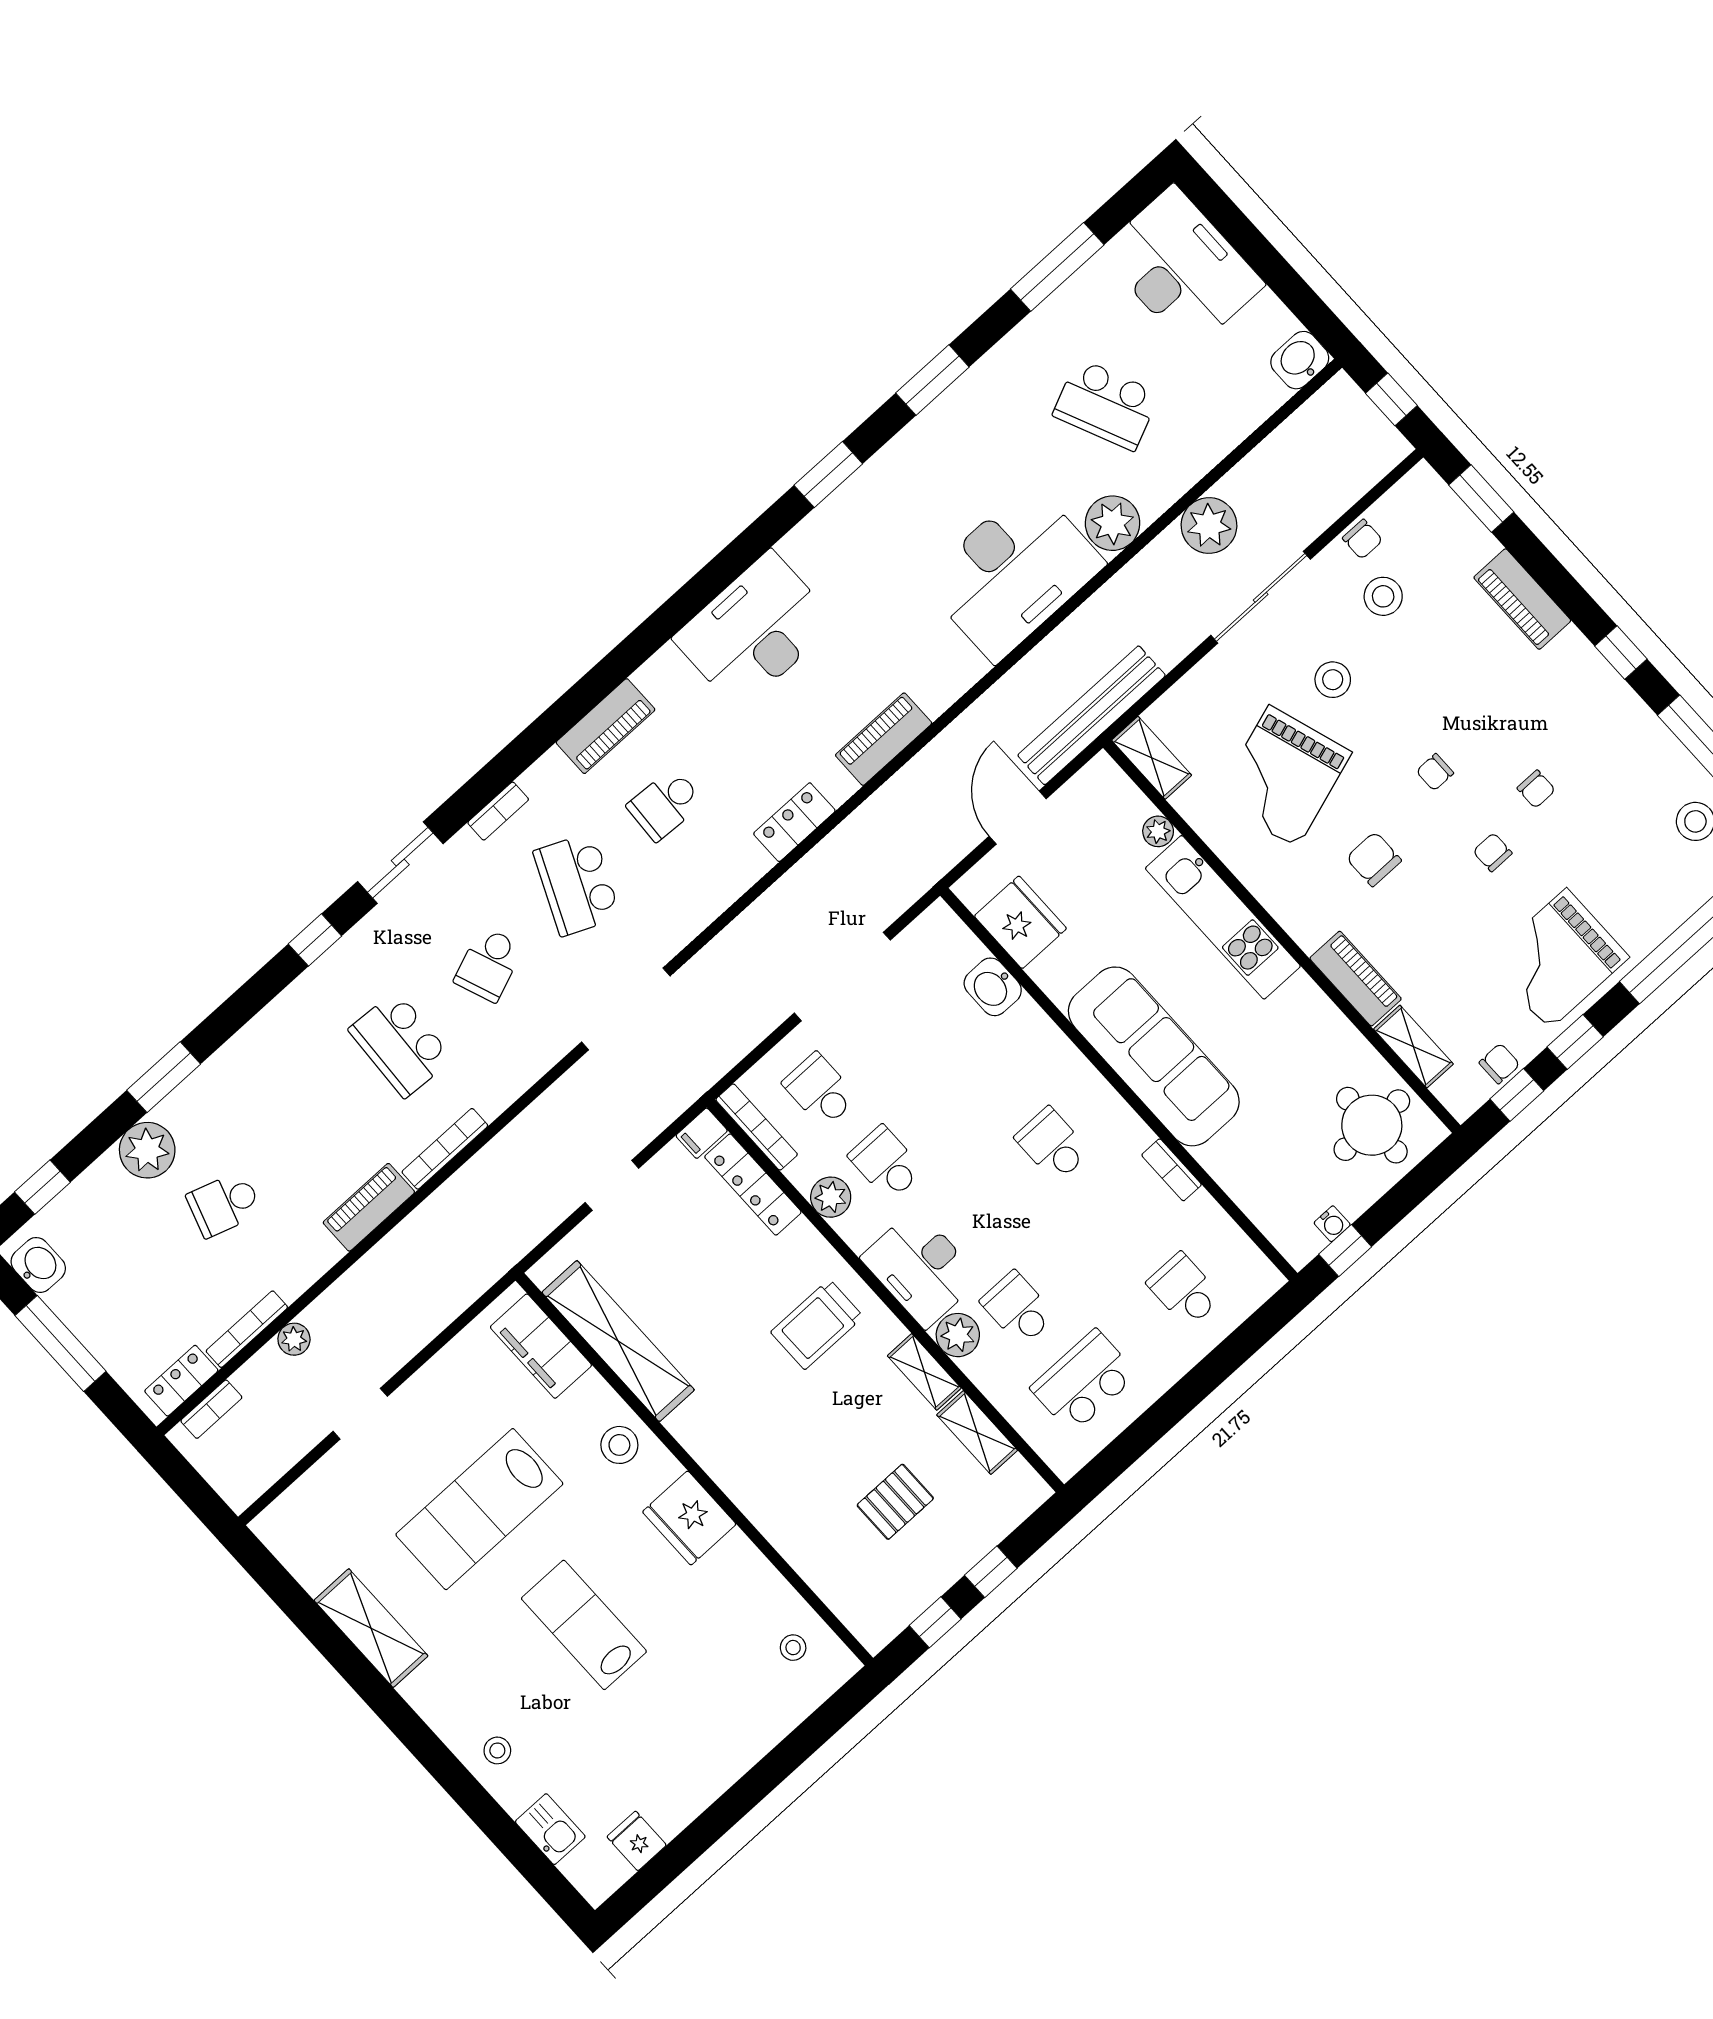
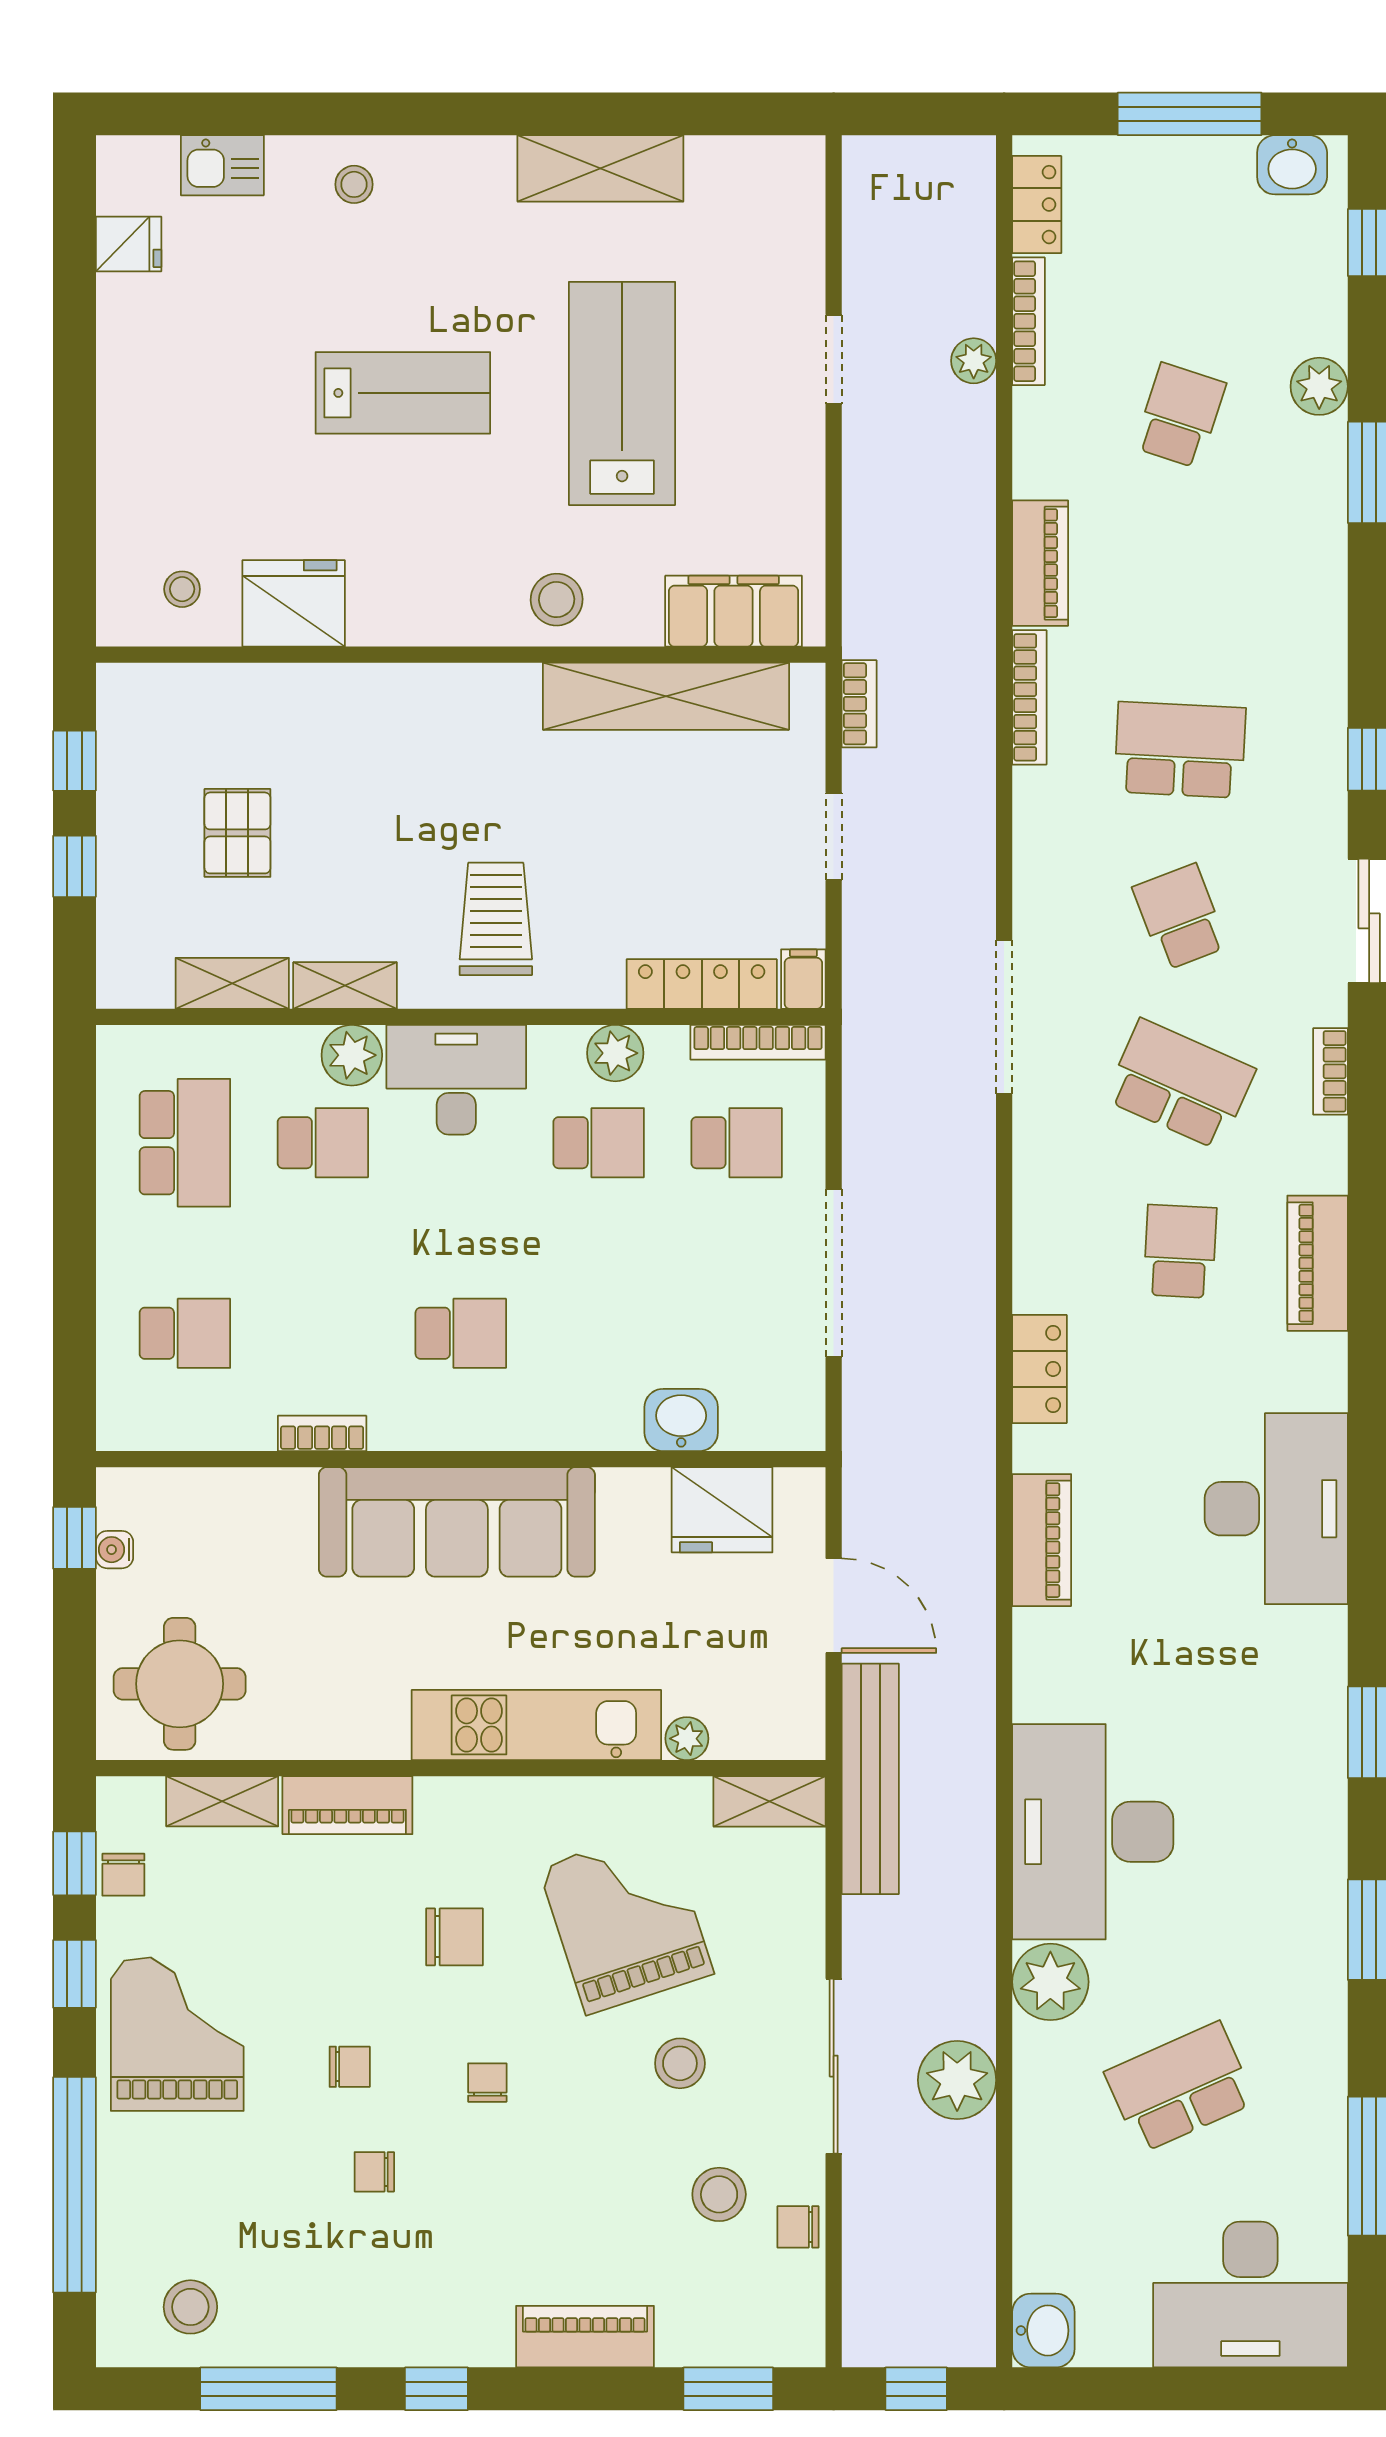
plant: (147, 1150) -> (1319, 386), width x0.73, depth x0.73
bookcase: (211, 1409) -> (859, 704), moved, turned 180
fridge: (689, 1518) -> (294, 603), moved

